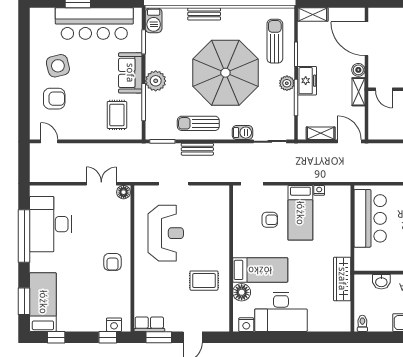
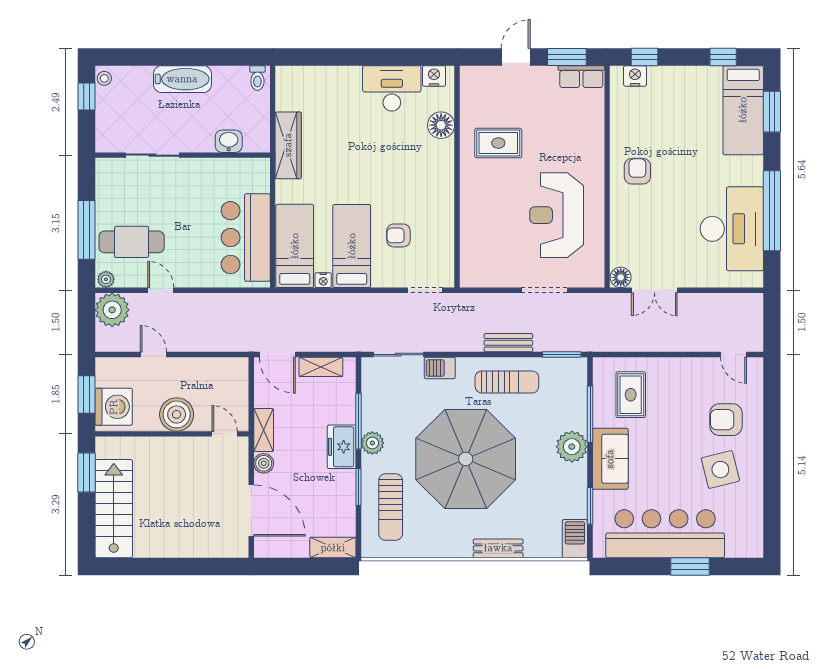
bed: (260, 270) -> (295, 246), moved, turned 90
desk: (281, 312) -> (392, 88), width x0.73, depth x0.77

